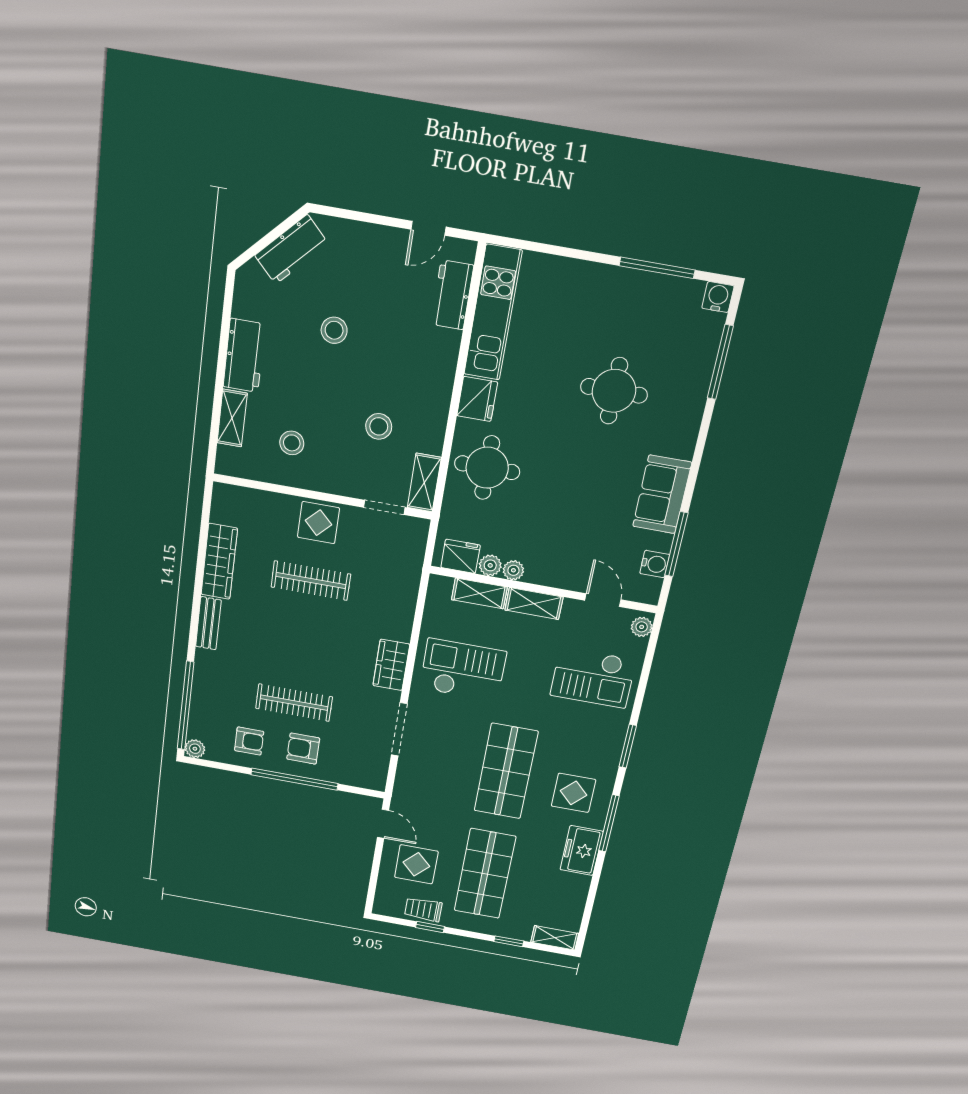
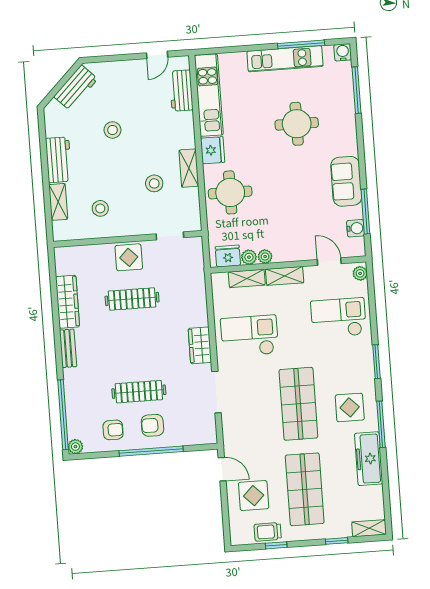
kitchen unit: (625, 285) -> (285, 59), added
shelving: (424, 483) -> (189, 168), moved
checkout: (593, 678) -> (338, 318), turned 180
freezer: (582, 851) -> (369, 459), width x1.40

